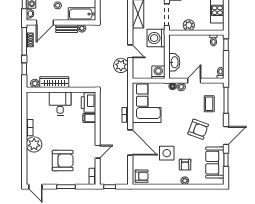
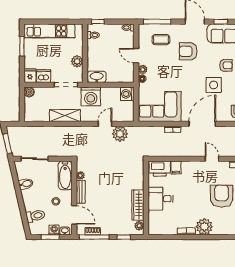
washbasin: (174, 62) -> (97, 77), moved
armchair: (198, 129) -> (188, 51), turned -110

